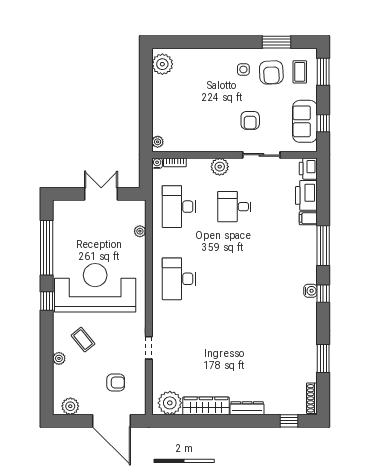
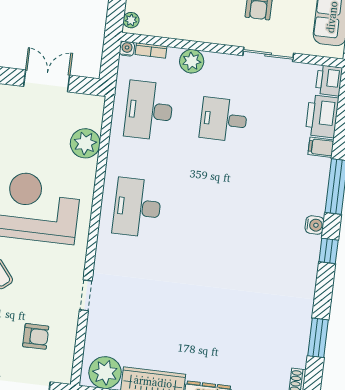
plant: (220, 167) -> (192, 61), moved
plant: (140, 231) -> (85, 143), width x1.88, depth x1.88
water cooler: (310, 291) -> (314, 225), moved

